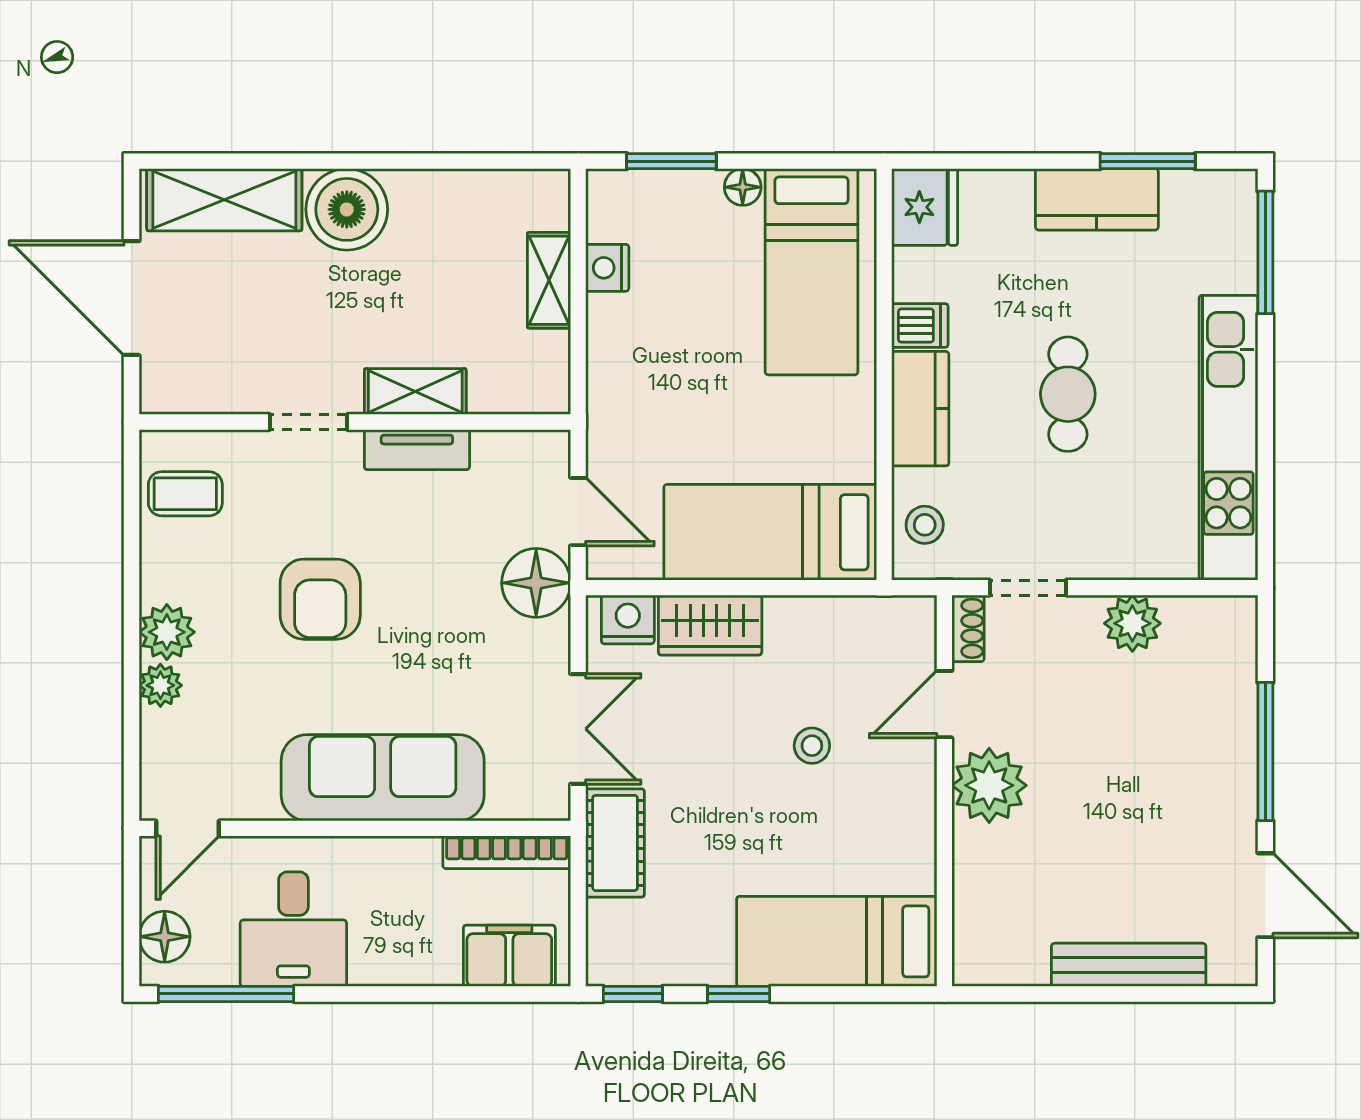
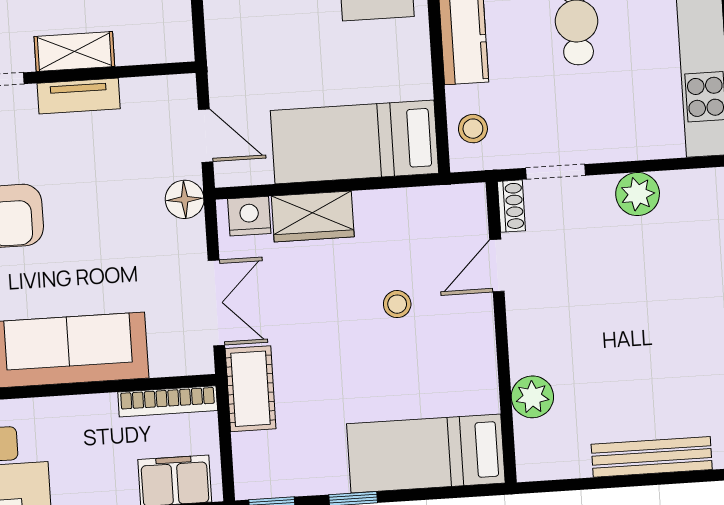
floor lamp: (536, 583) -> (185, 199), width x0.73, depth x0.73
plant: (989, 785) -> (532, 397), moved, width x0.73, depth x0.73

